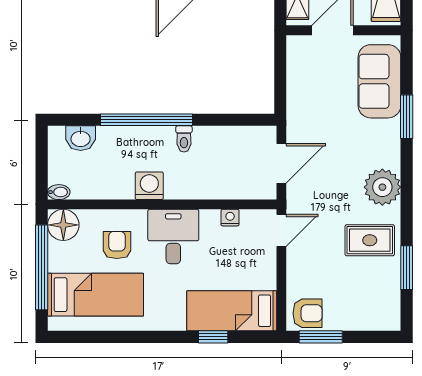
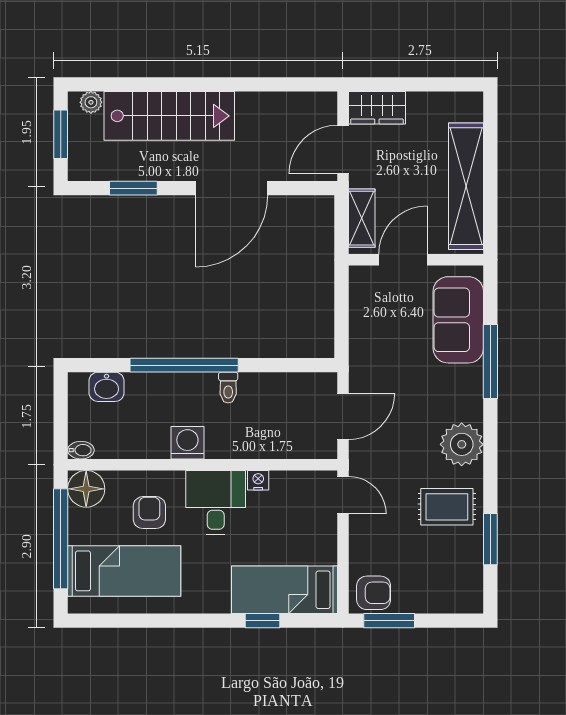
window: (407, 117) -> (490, 362), width x1.44
nightstand: (230, 218) -> (258, 480), moved
door: (281, 230) -> (343, 495), hinge flipped

